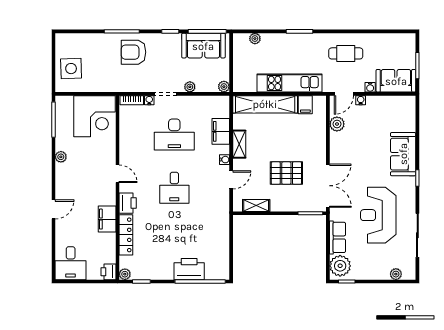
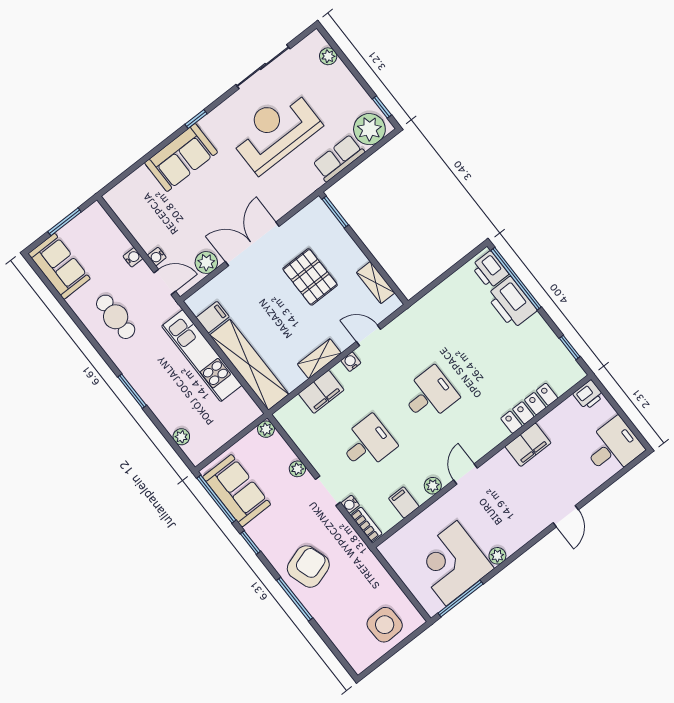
armchair: (134, 52) -> (308, 567), turned -108
sofa: (396, 81) -> (59, 266), moved, turned 180
corner desk: (95, 116) -> (452, 563), moved, turned -90
filing cabinet: (128, 129) -> (404, 502), added
desk: (174, 135) -> (368, 443), width x0.73
double door: (328, 186) -> (252, 244), moved
printer: (128, 203) -> (490, 270), moved, turned -90
door: (53, 209) -> (566, 516), swing flipped
reception desk: (378, 215) -> (275, 131), turned 180
plant: (125, 274) -> (433, 486), moved

